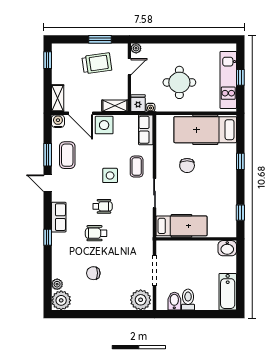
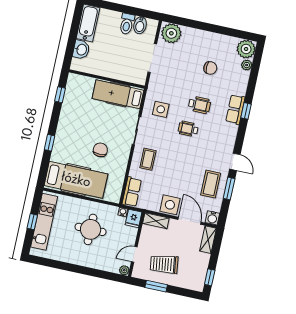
side table: (110, 175) -> (161, 109), moved
row of seats: (59, 217) -> (235, 109), moved
washbasin: (227, 248) -> (81, 50), moved, turned 90

